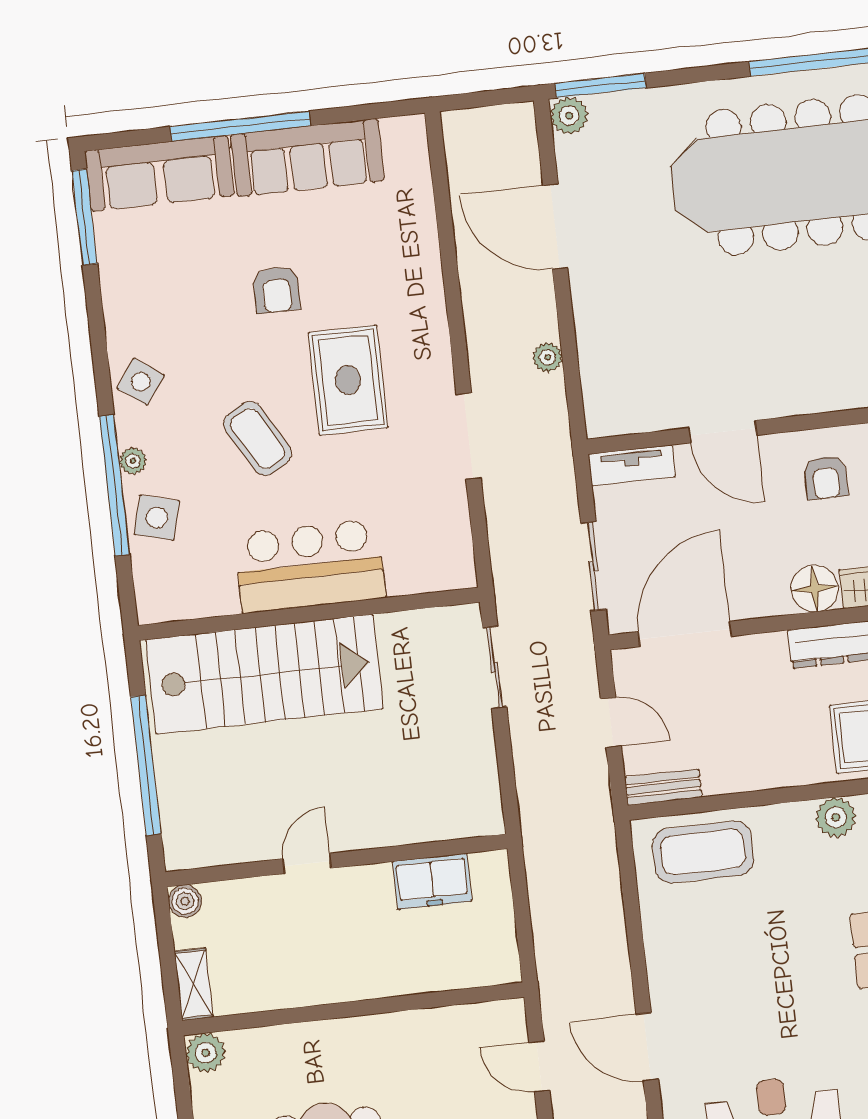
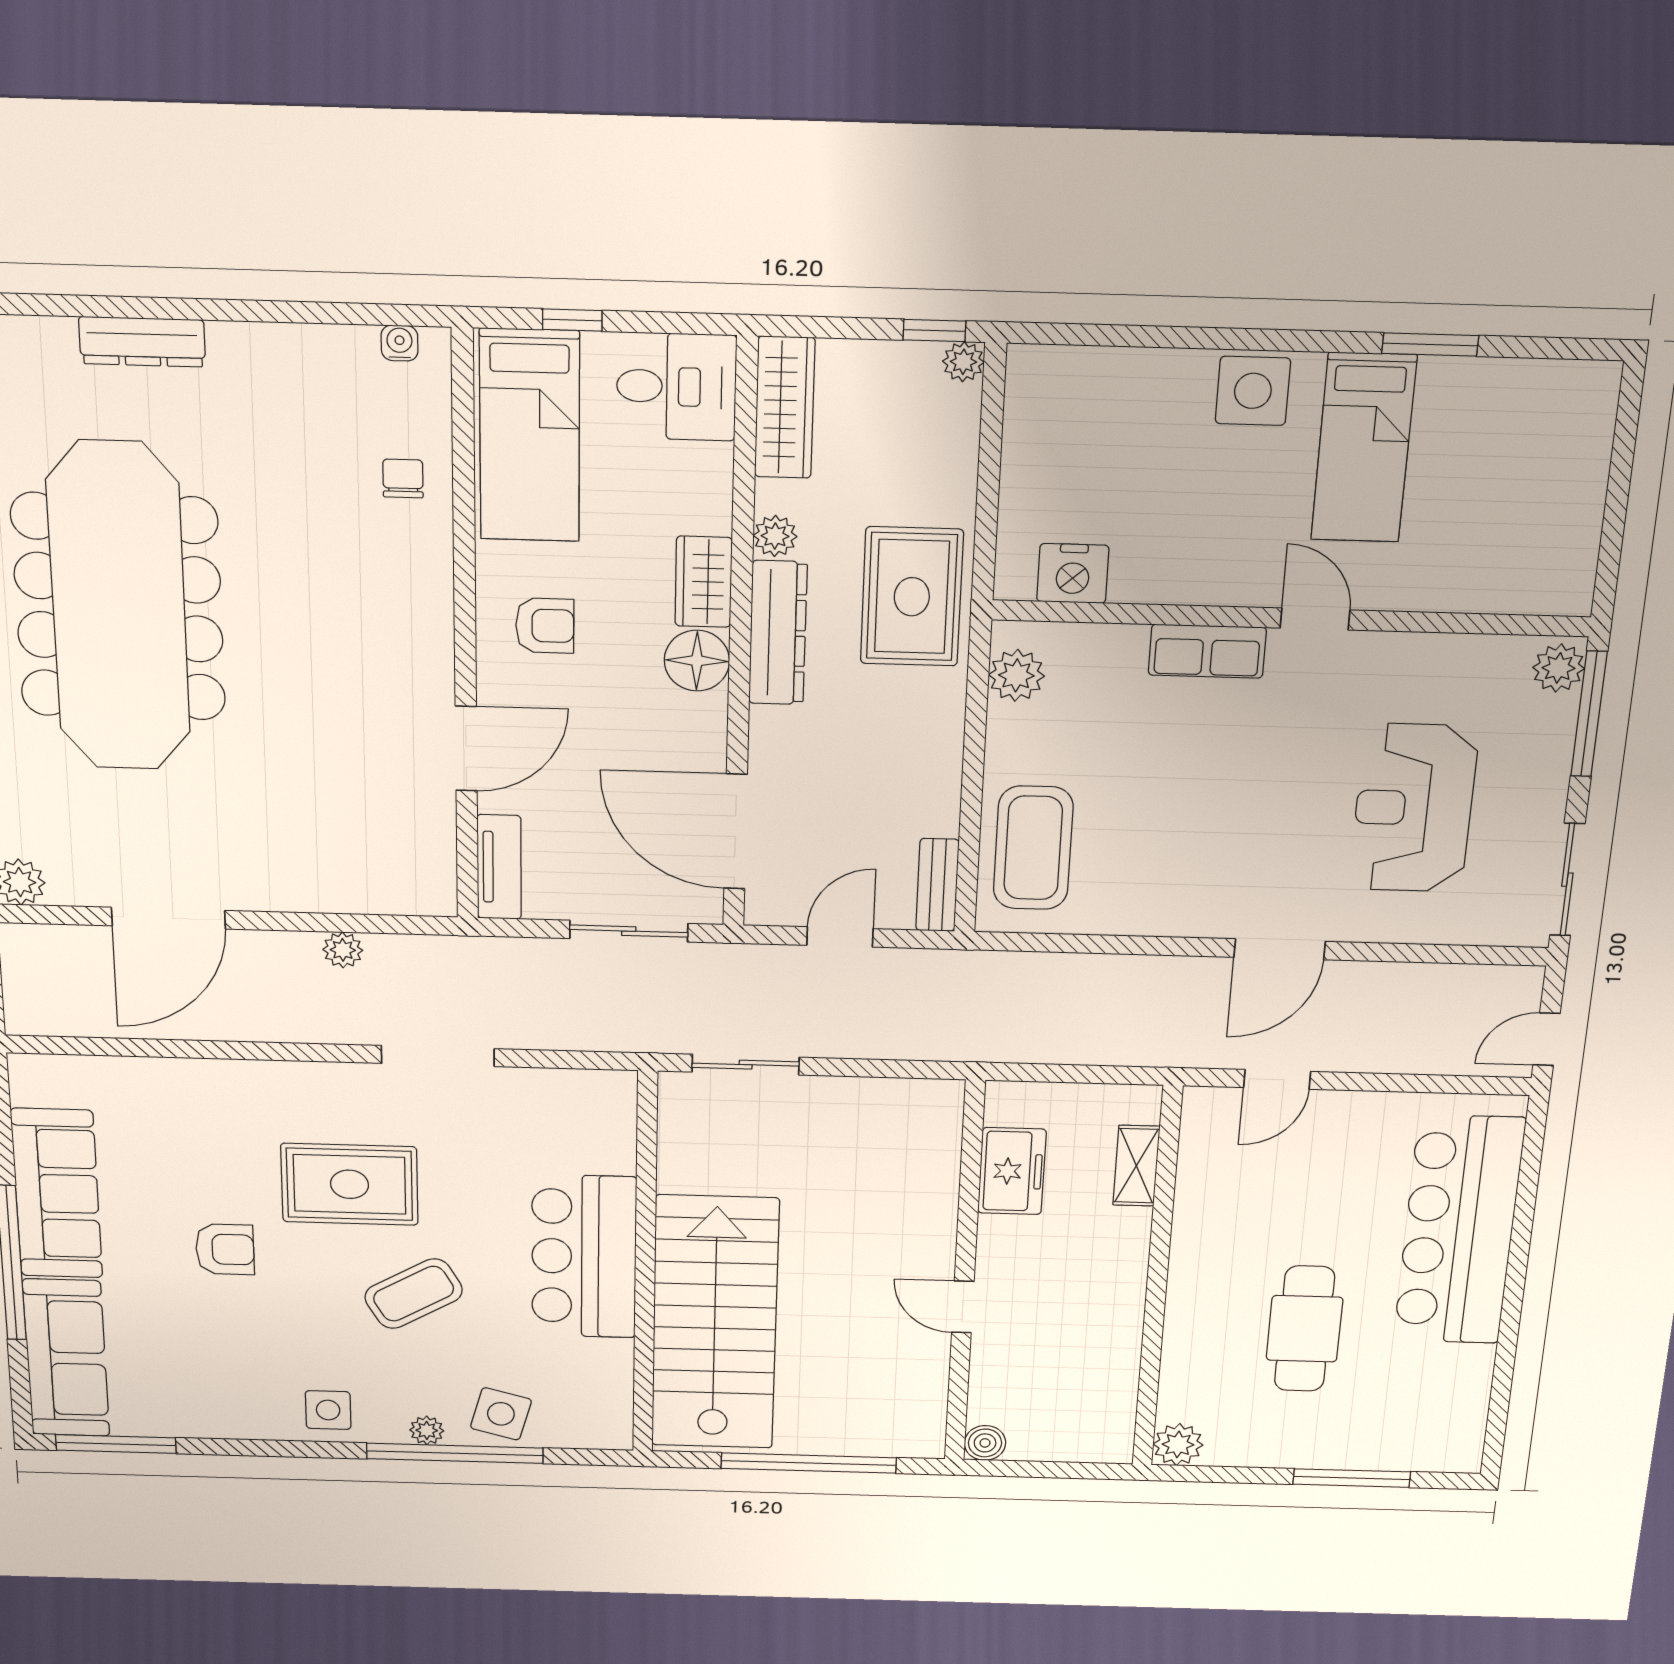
side table: (141, 382) -> (328, 1410), turned -36
shelving: (194, 984) -> (1136, 1166), moved, turned 90

